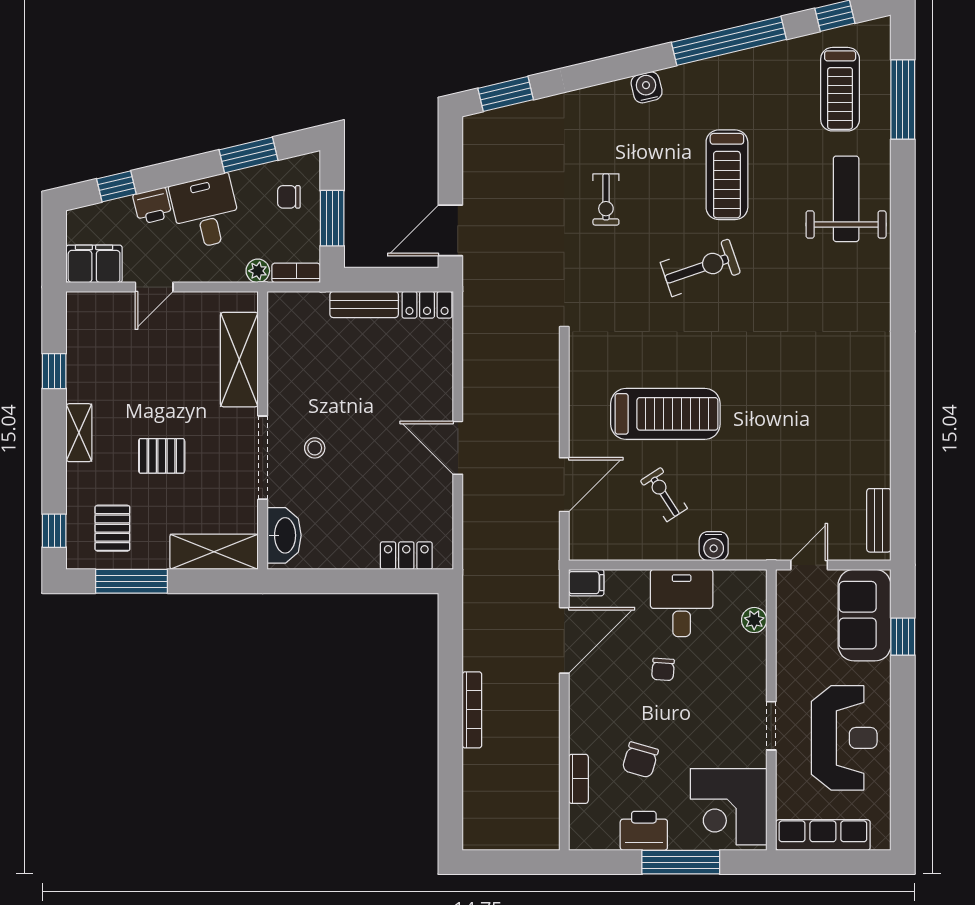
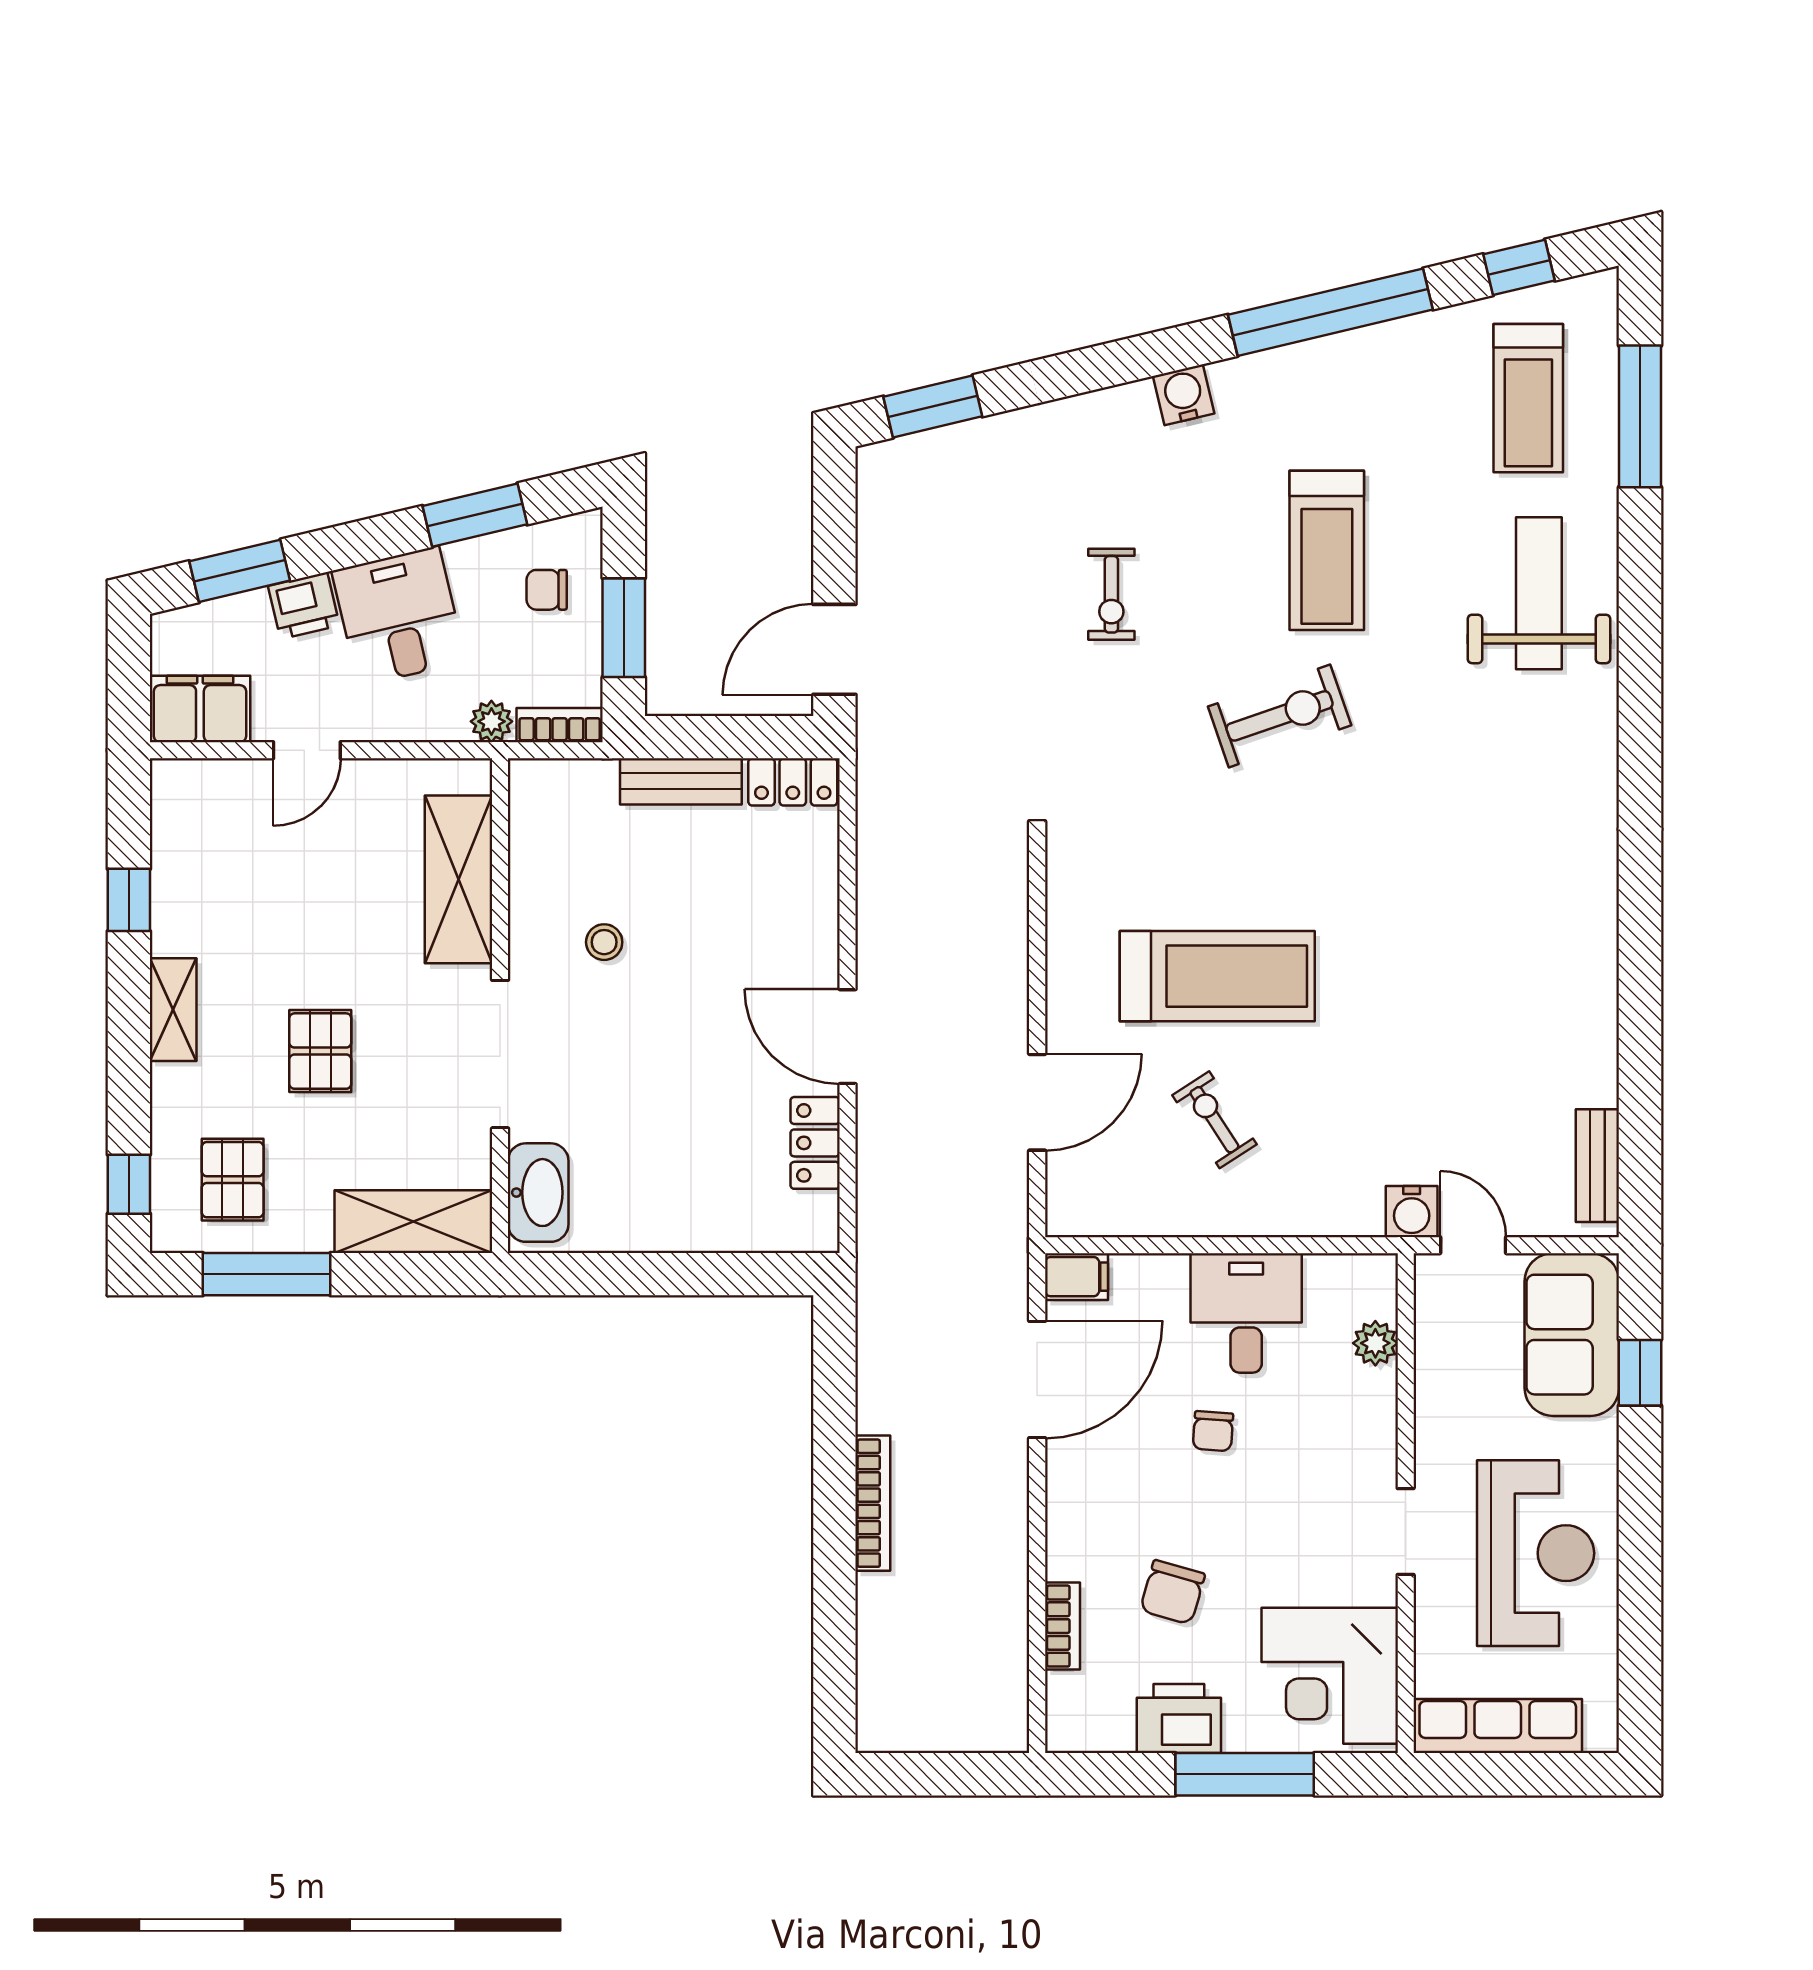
window: (116, 186) -> (240, 571), width x1.50
stool: (315, 448) -> (604, 942), moved
pallet: (162, 456) -> (320, 1051), turned 90
water cooler: (714, 546) -> (1412, 1212), moved
locker: (406, 556) -> (815, 1143), moved, turned -90
door: (809, 565) -> (1473, 1245), hinge flipped

